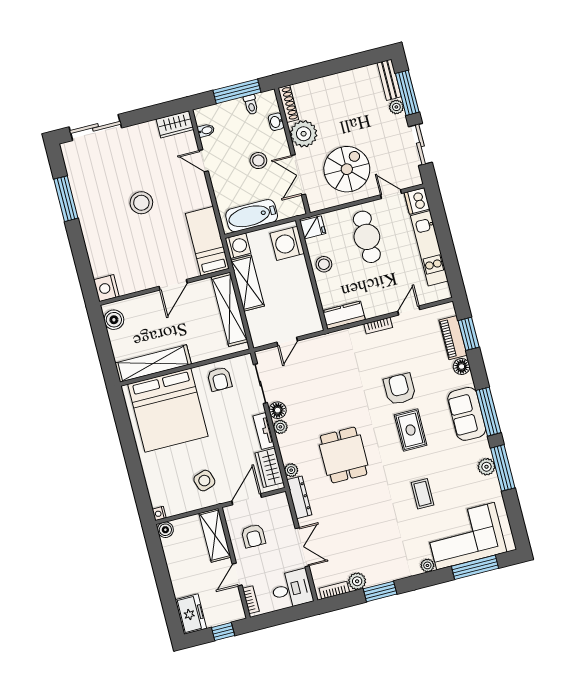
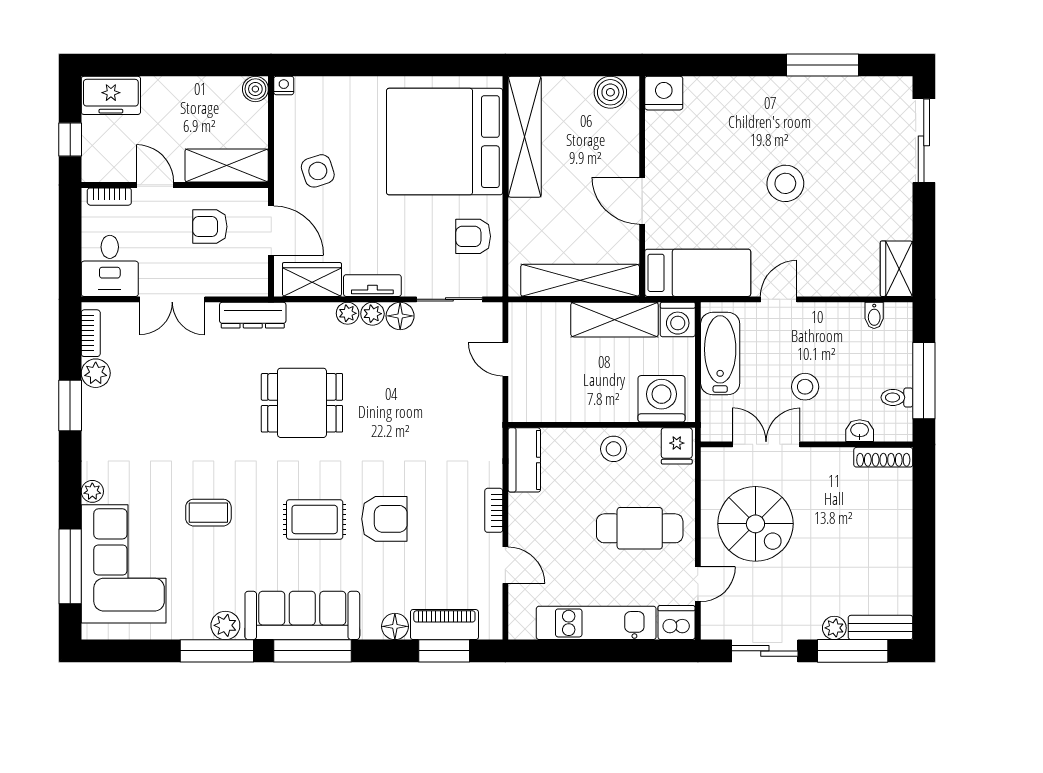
plant: (304, 134) -> (829, 470), removed
door: (204, 161) -> (779, 299), moved
sofa: (467, 414) -> (302, 615), width x1.36
plant: (291, 470) -> (348, 313), moved

